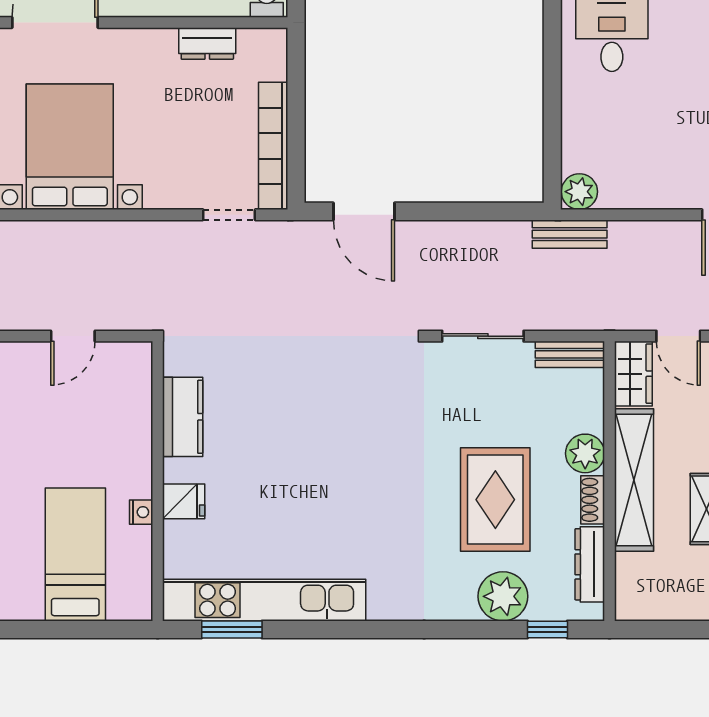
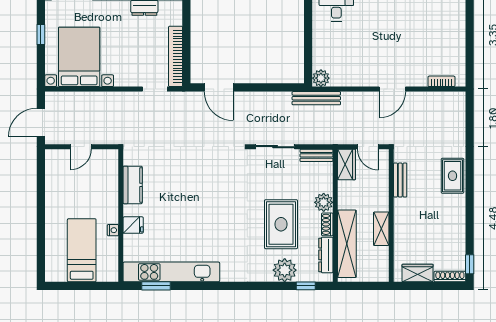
bench: (570, 234) -> (316, 98), width x1.36
shelving: (634, 480) -> (347, 244), moved

